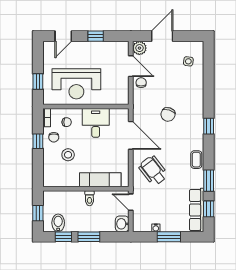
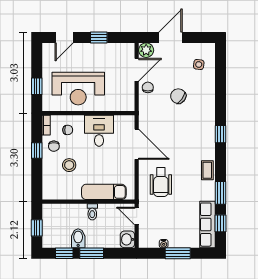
door: (131, 66) -> (137, 70), hinge flipped
chair: (168, 114) -> (178, 96), moved, turned 109
wheelchair: (153, 171) -> (161, 182), turned -142
bidet: (58, 223) -> (78, 238), moved

